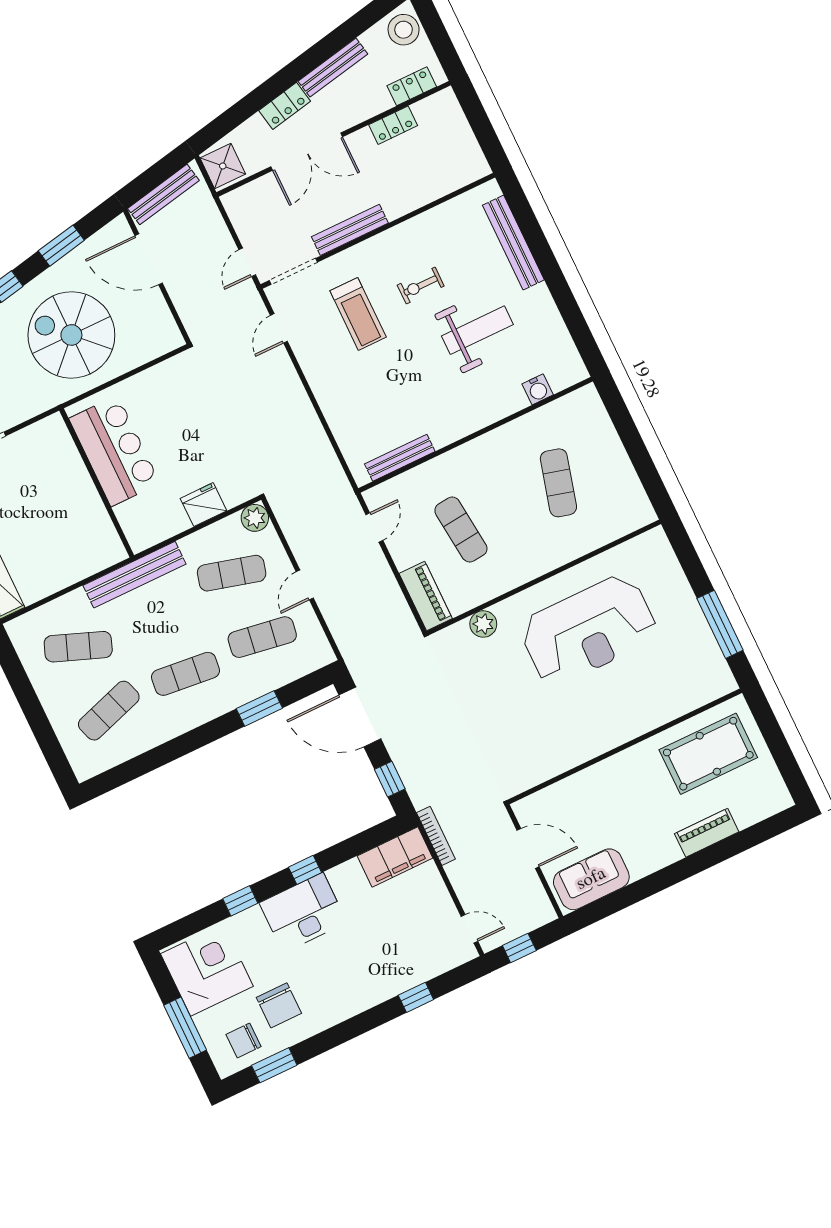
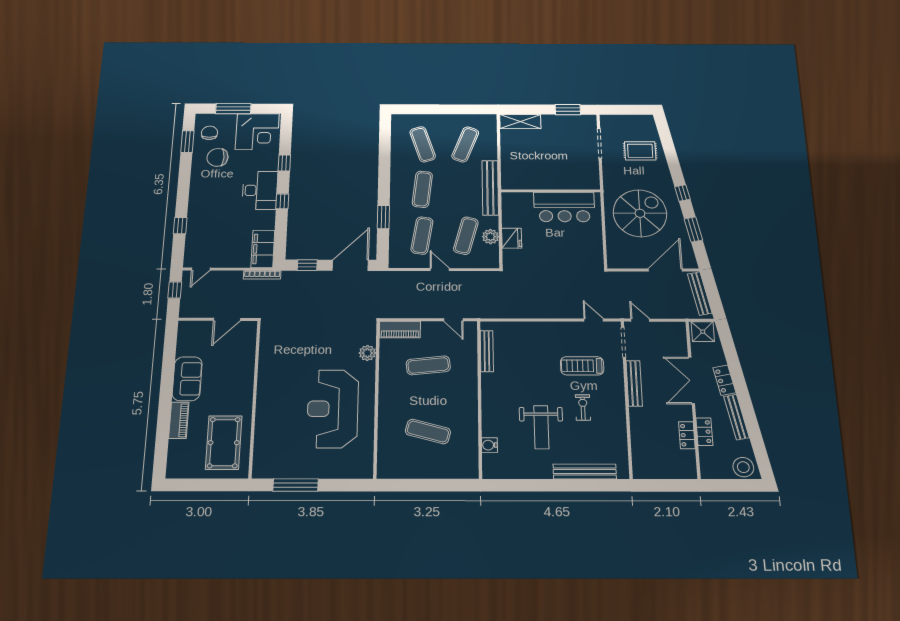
locker: (412, 86) -> (704, 432), moved
plant: (255, 518) -> (490, 237), moved
sofa: (591, 879) -> (187, 379), moved

